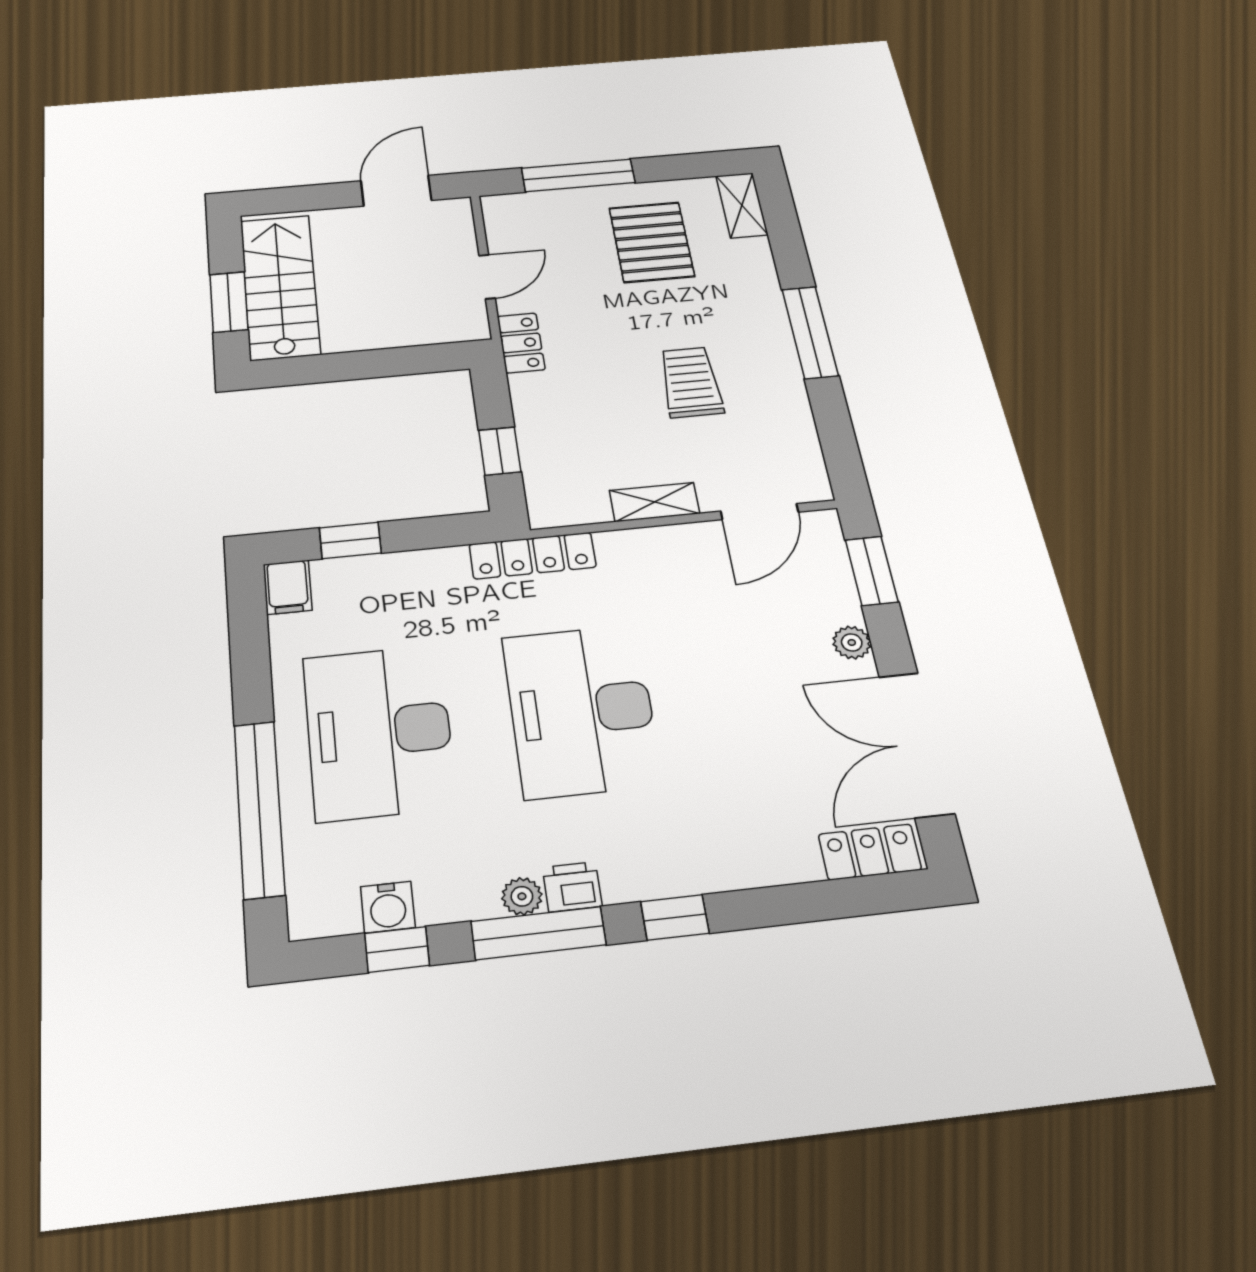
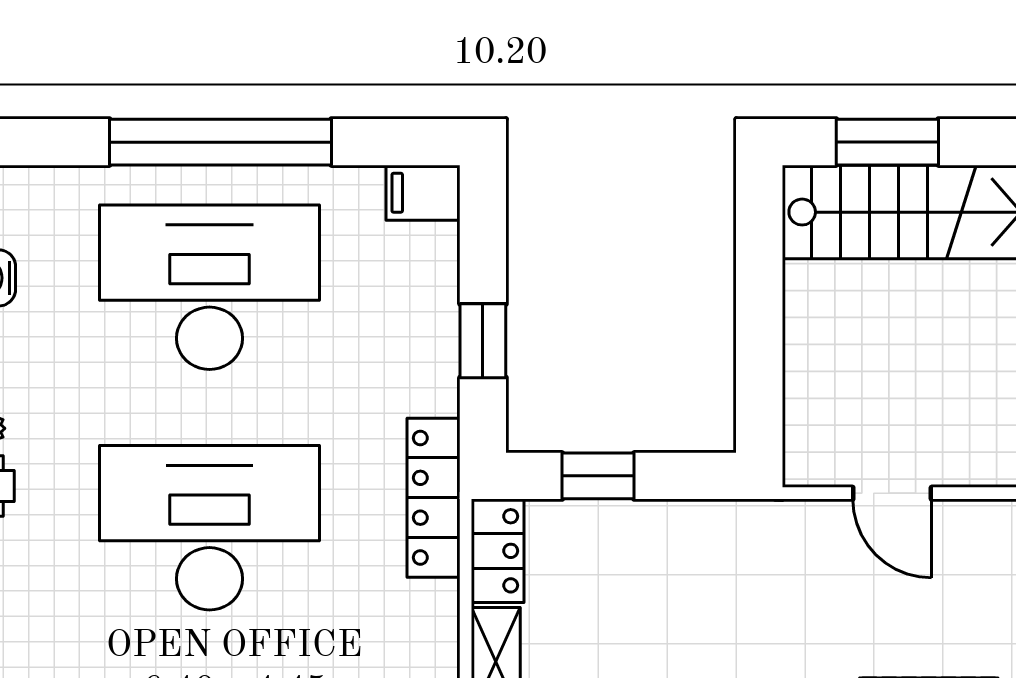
locker: (521, 343) -> (498, 551), moved, turned -90
window: (350, 540) -> (483, 341), moved
window: (259, 809) -> (220, 142), moved

